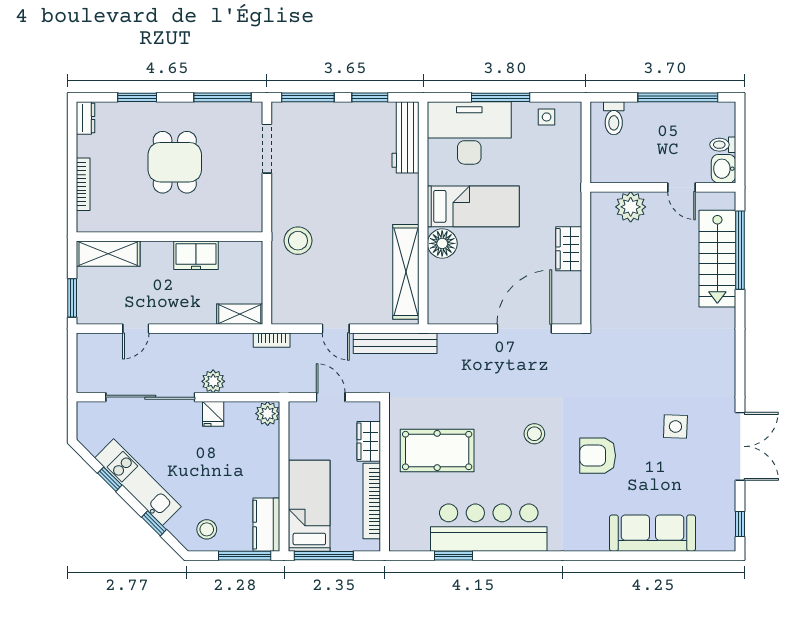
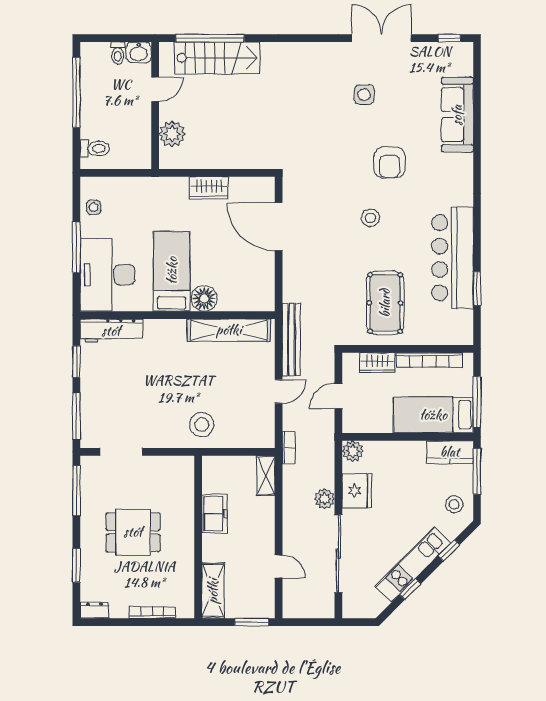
fridge: (213, 414) -> (357, 491), width x1.88, depth x1.34

